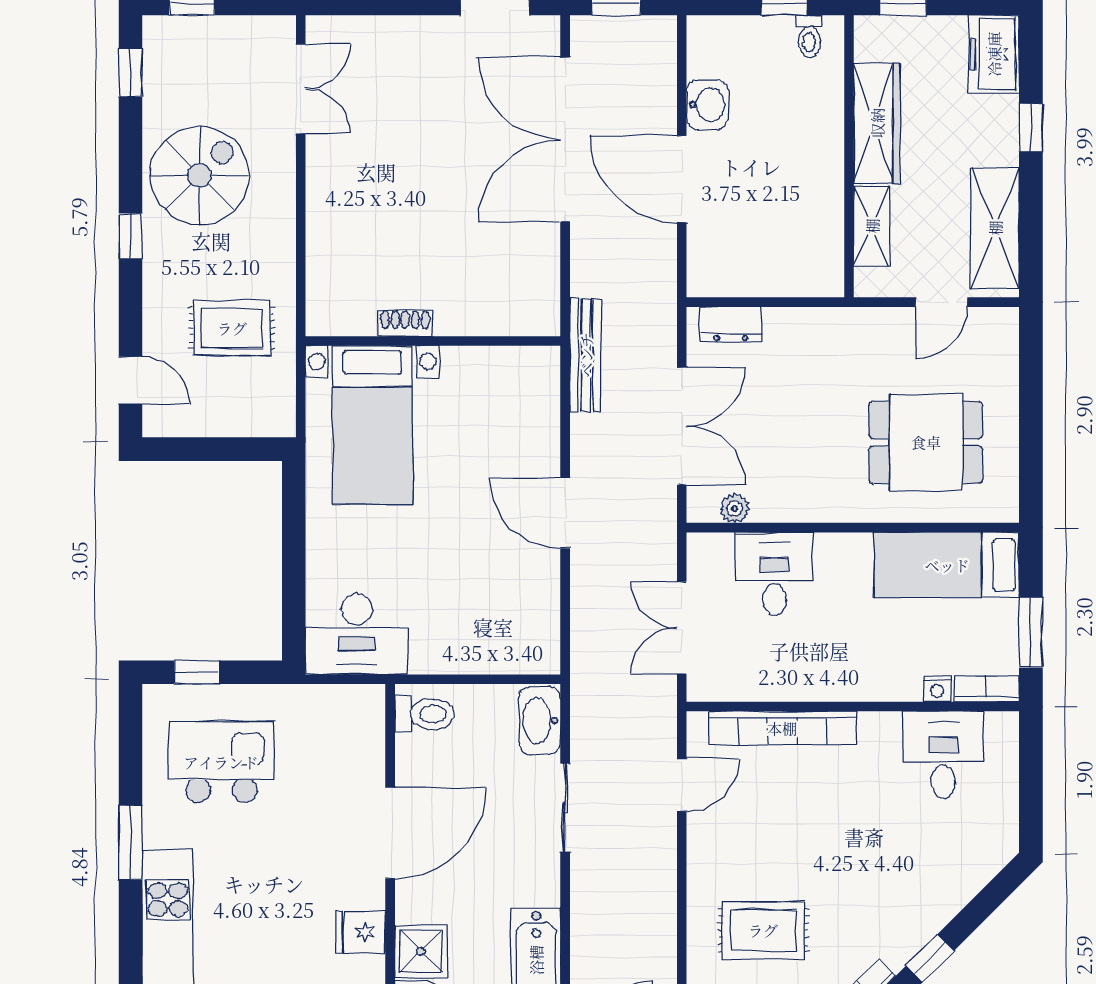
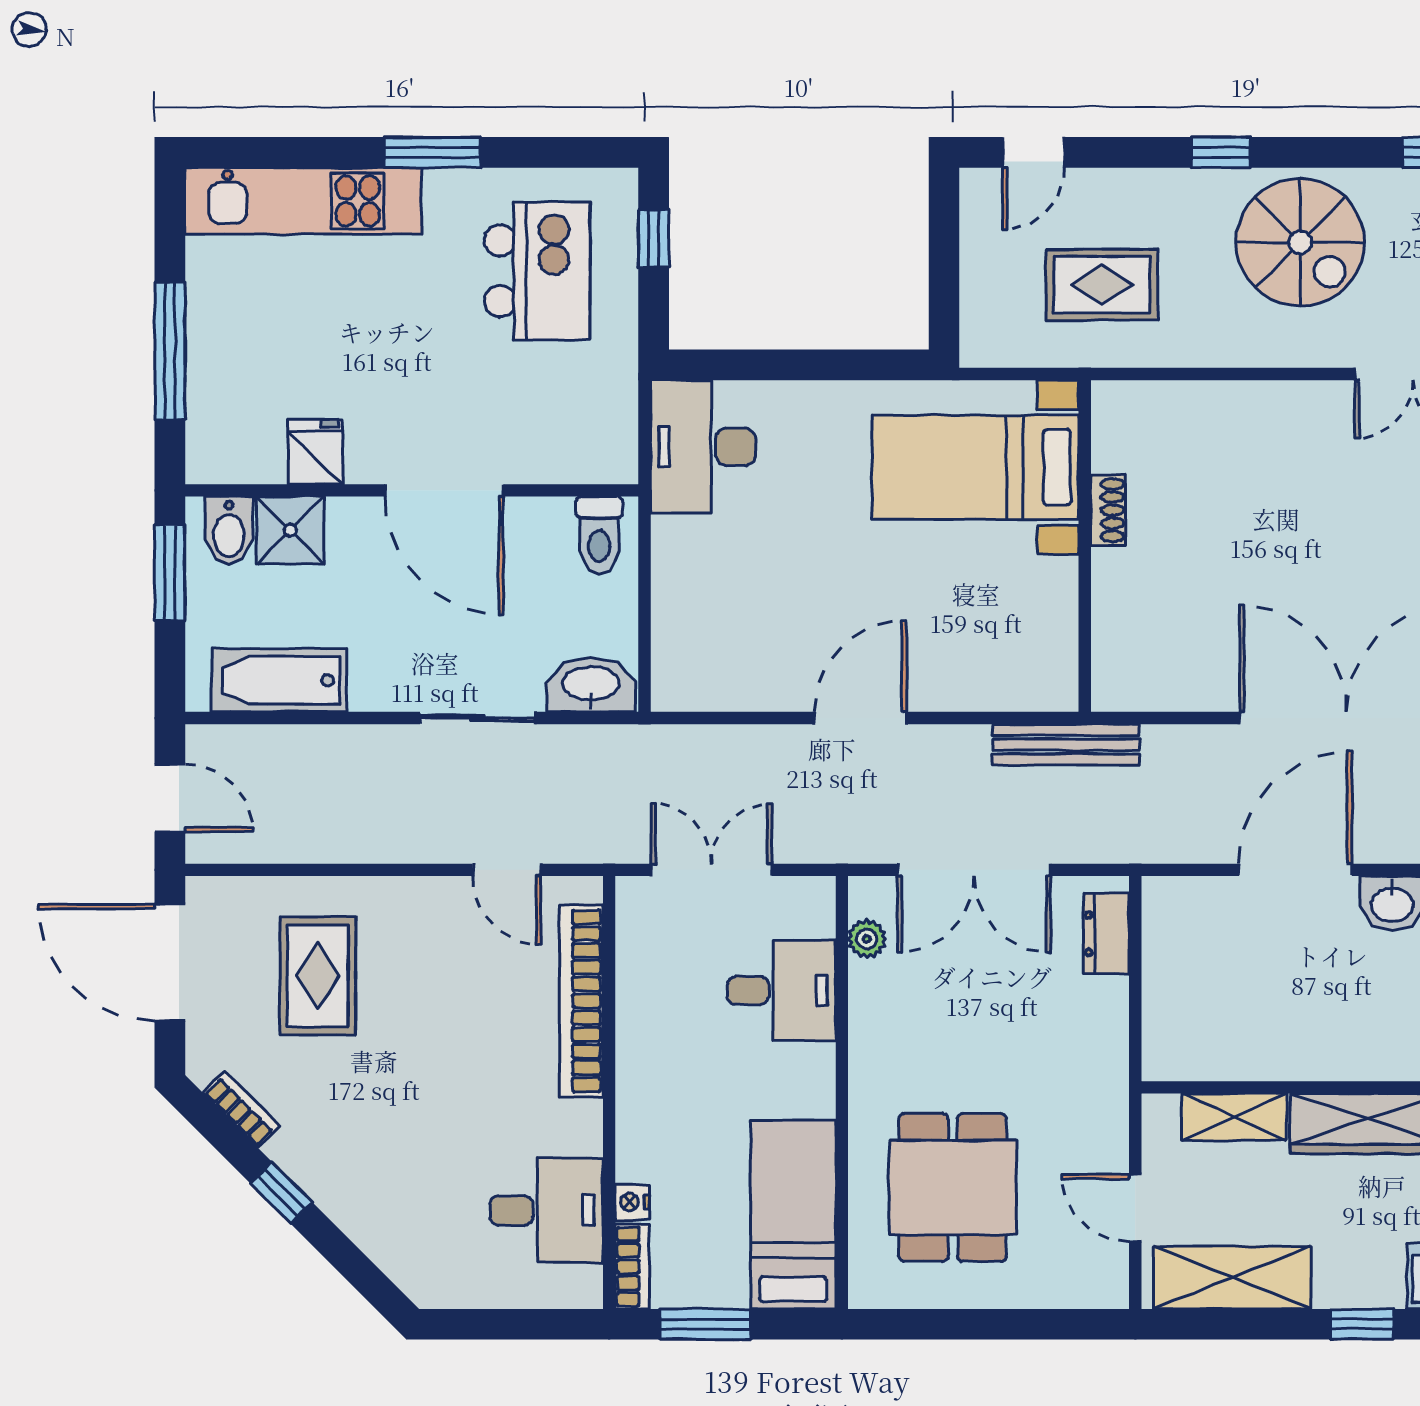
rug: (232, 328) -> (1102, 285), turned 90

